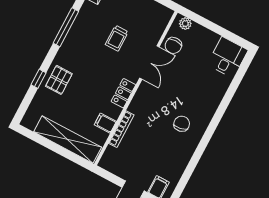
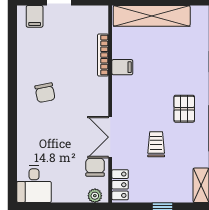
pallet: (59, 80) -> (184, 109), moved
locker: (123, 93) -> (120, 185), moved
filing cabinet: (105, 123) -> (122, 67), moved

